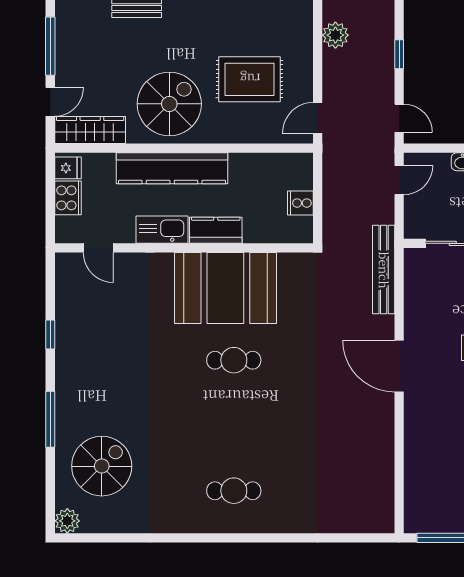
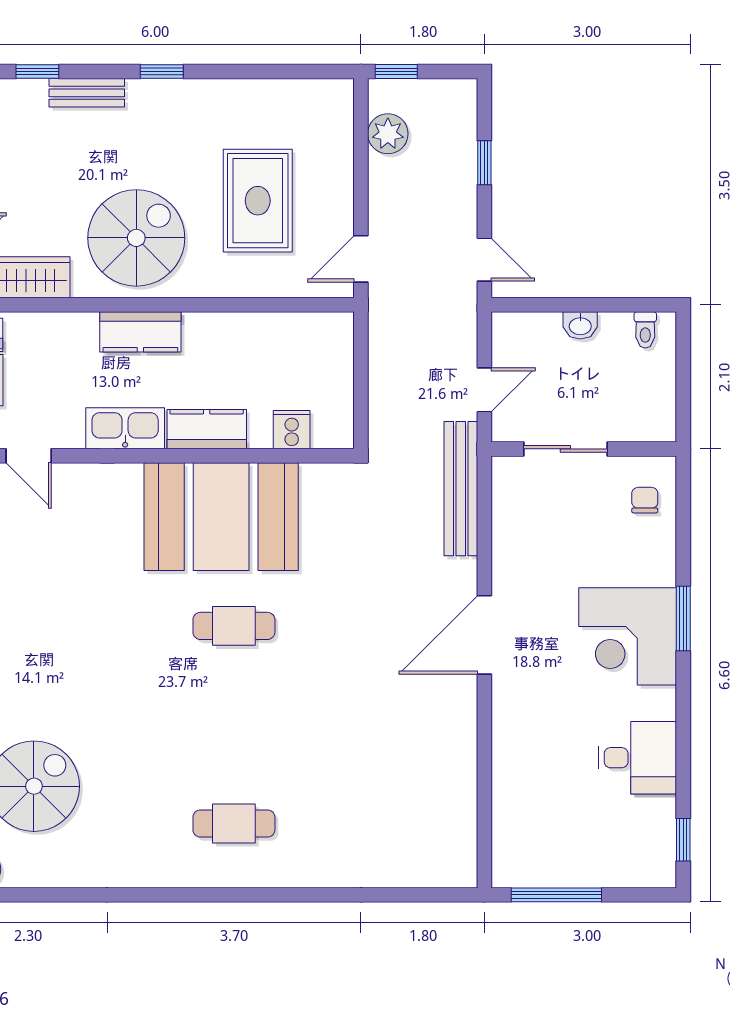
rug: (250, 79) -> (258, 201), turned 90
kitchen counter: (172, 168) -> (140, 332), width x0.48, depth x0.86
door: (399, 180) -> (484, 390), moved
cooker: (300, 203) -> (292, 430), moved, turned 90
door: (399, 366) -> (484, 635), hinge flipped

